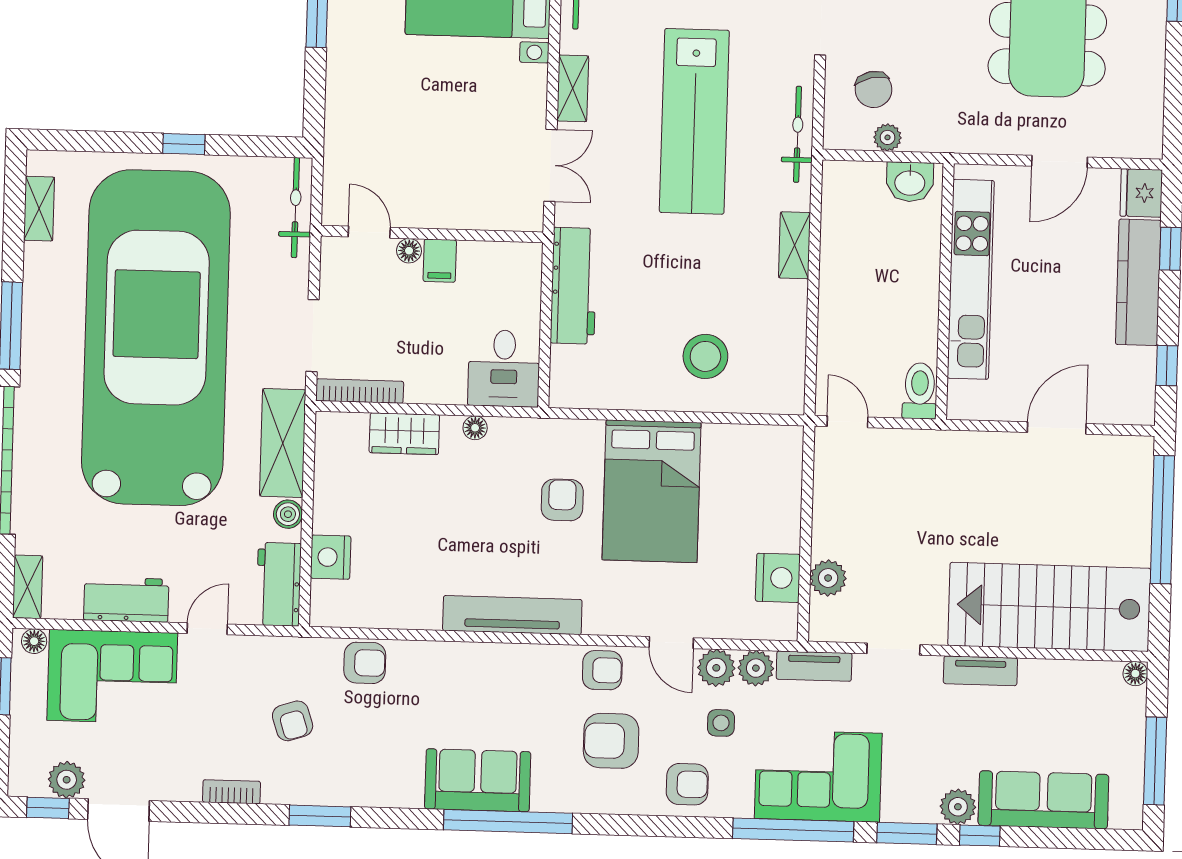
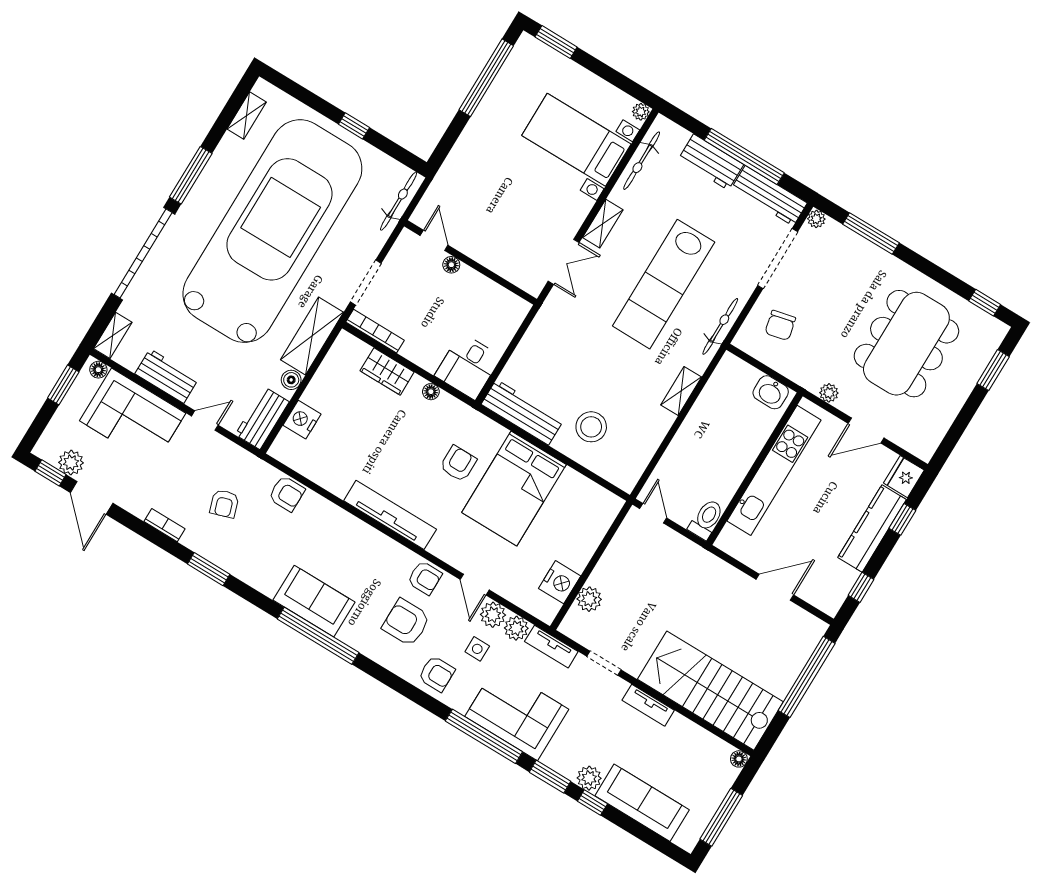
plant: (888, 137) -> (829, 393), moved
filing cabinet: (440, 261) -> (466, 281), removed
workbench: (574, 286) -> (522, 412), moved, turned -90

